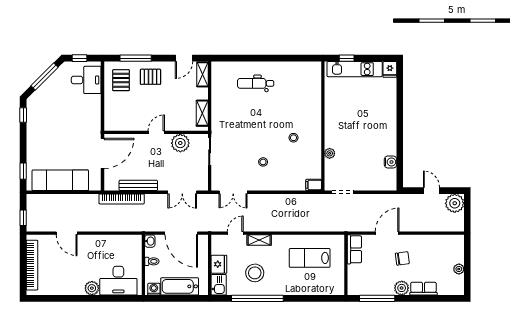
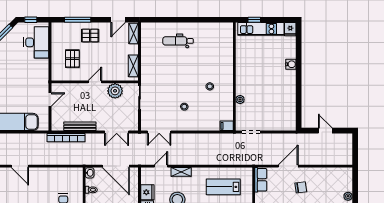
desk: (86, 80) -> (36, 42), width x1.37
pallet: (121, 80) -> (72, 59), moved
door: (103, 153) -> (50, 100), width x0.53
water cooler: (390, 162) -> (291, 64), moved
plant: (455, 203) -> (345, 141), removed

